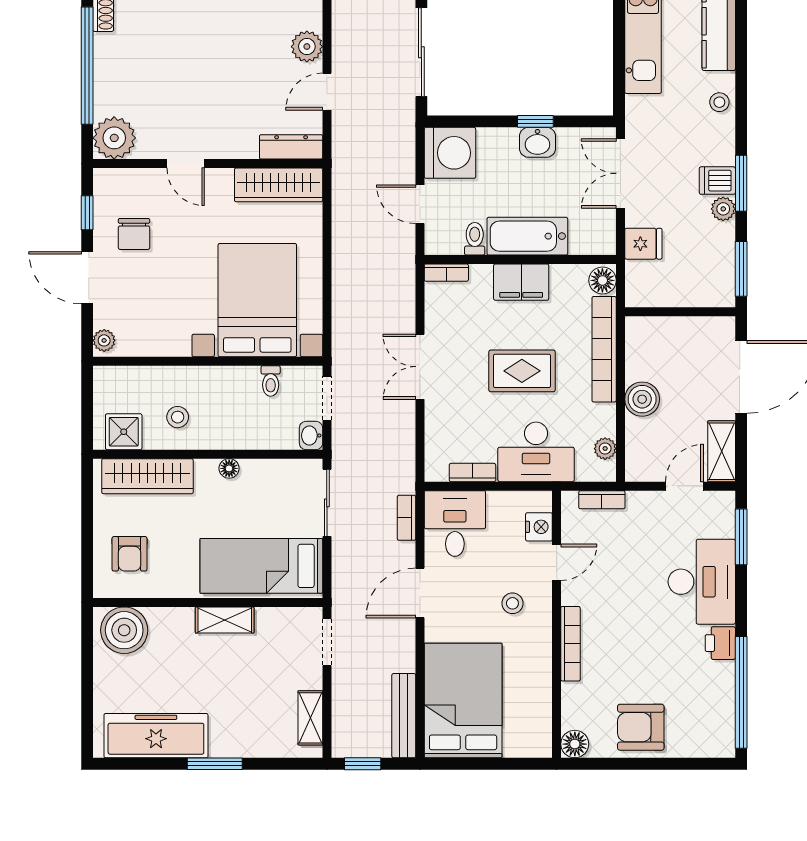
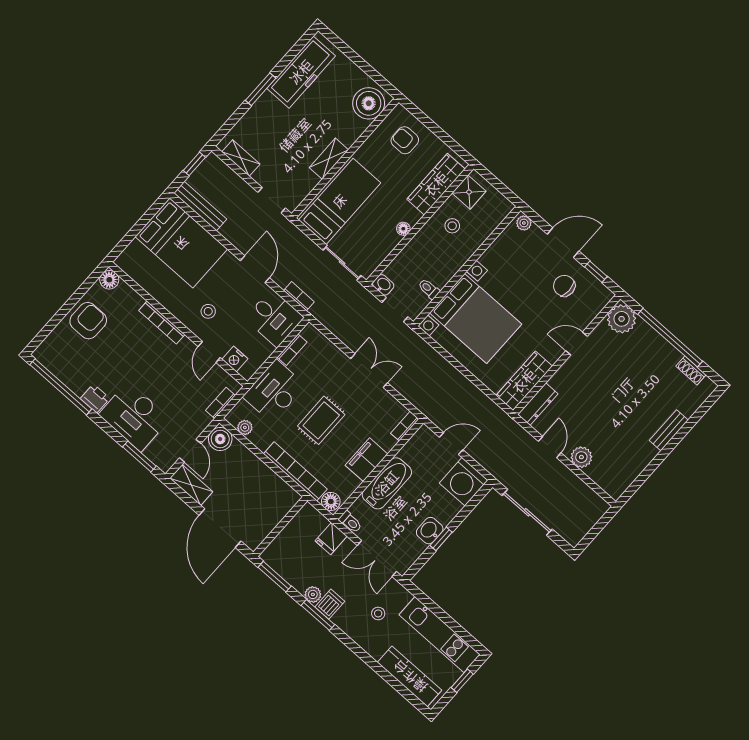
stool: (719, 102) -> (378, 613), moved
double door: (620, 173) -> (377, 558), swing flipped
toilet: (475, 239) -> (350, 522), moved
boiler: (642, 399) -> (220, 439), moved

